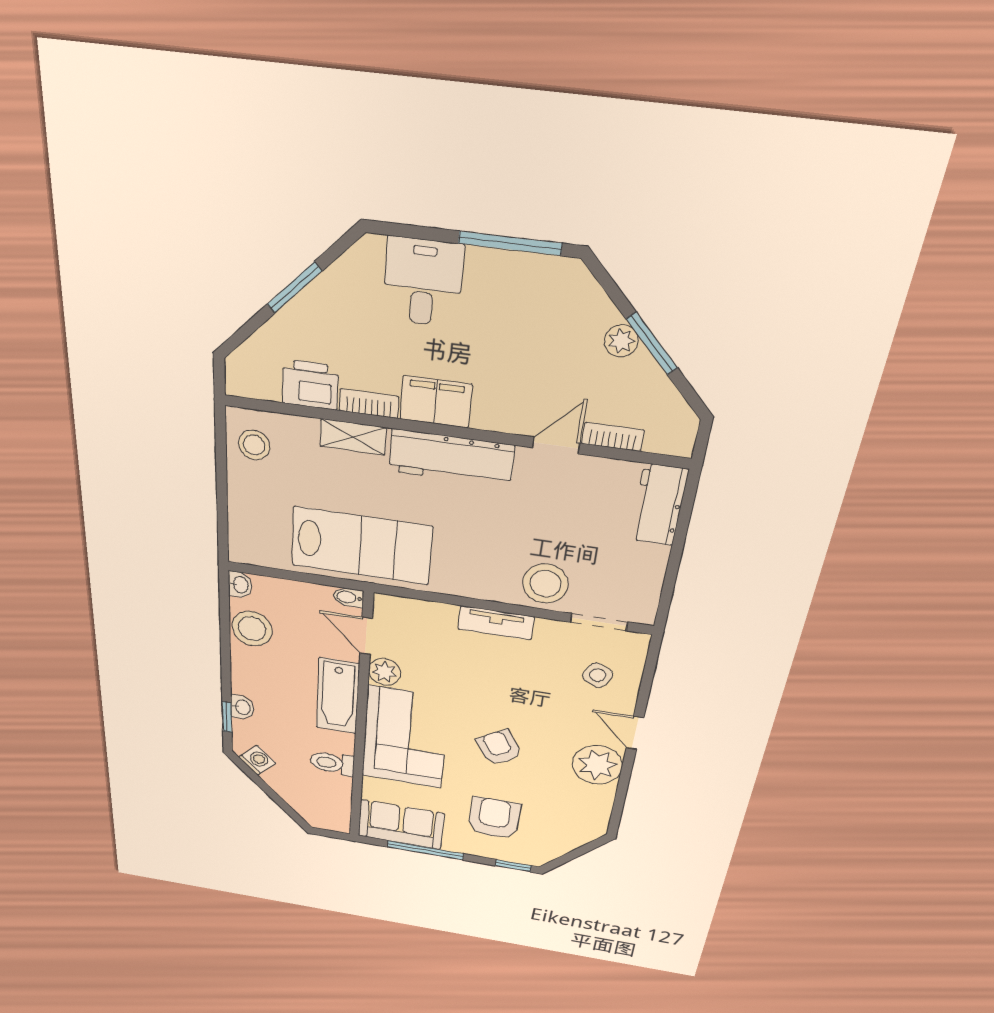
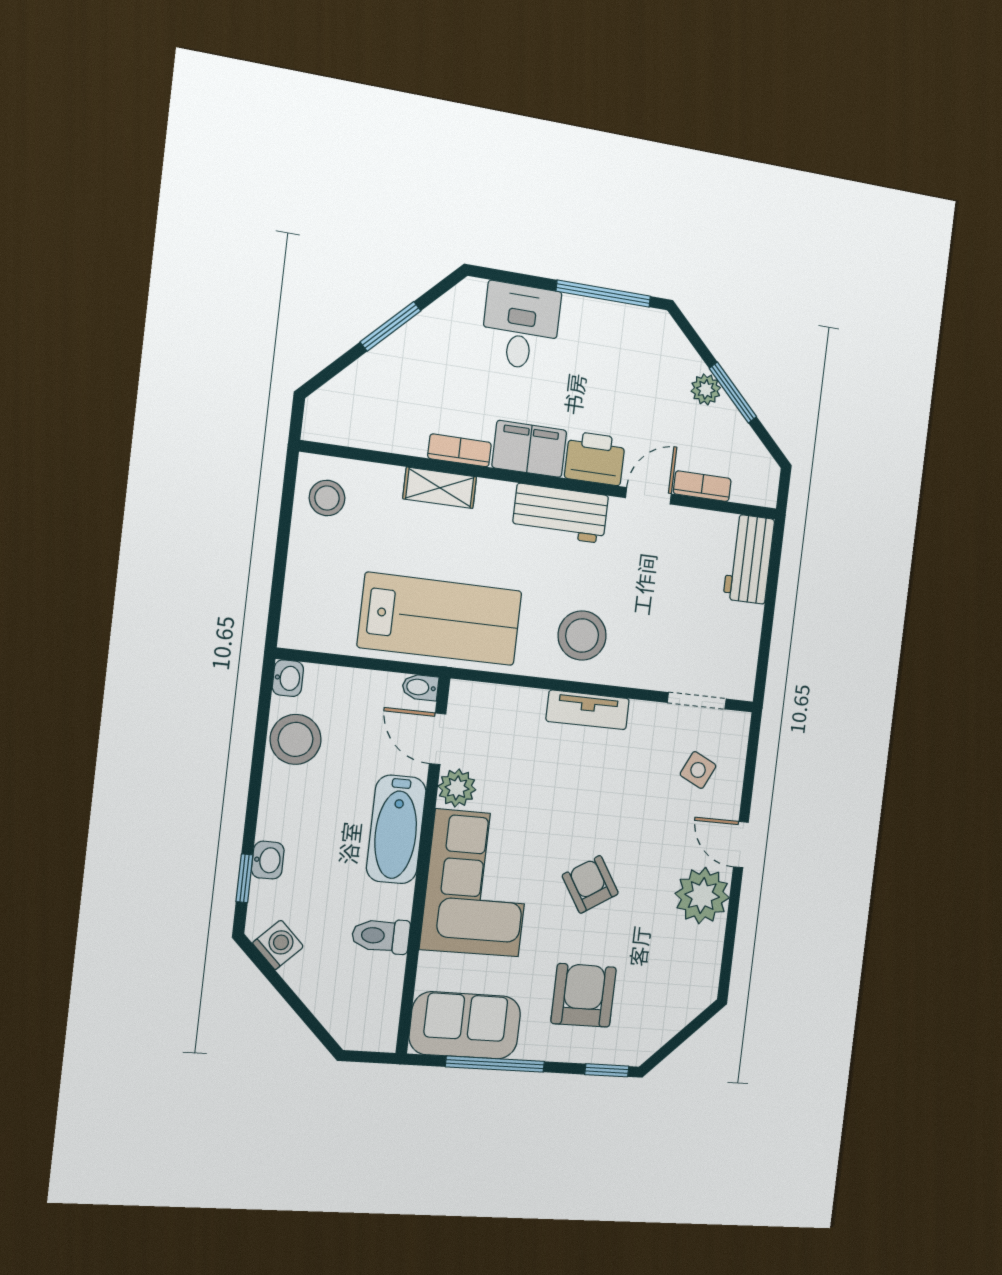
printer: (310, 385) -> (595, 458), moved
workbench: (451, 458) -> (560, 513), width x0.73
stool: (545, 584) -> (582, 636), moved

